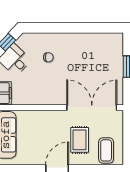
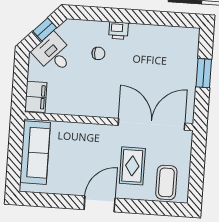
printer: (62, 39) -> (119, 31), added

